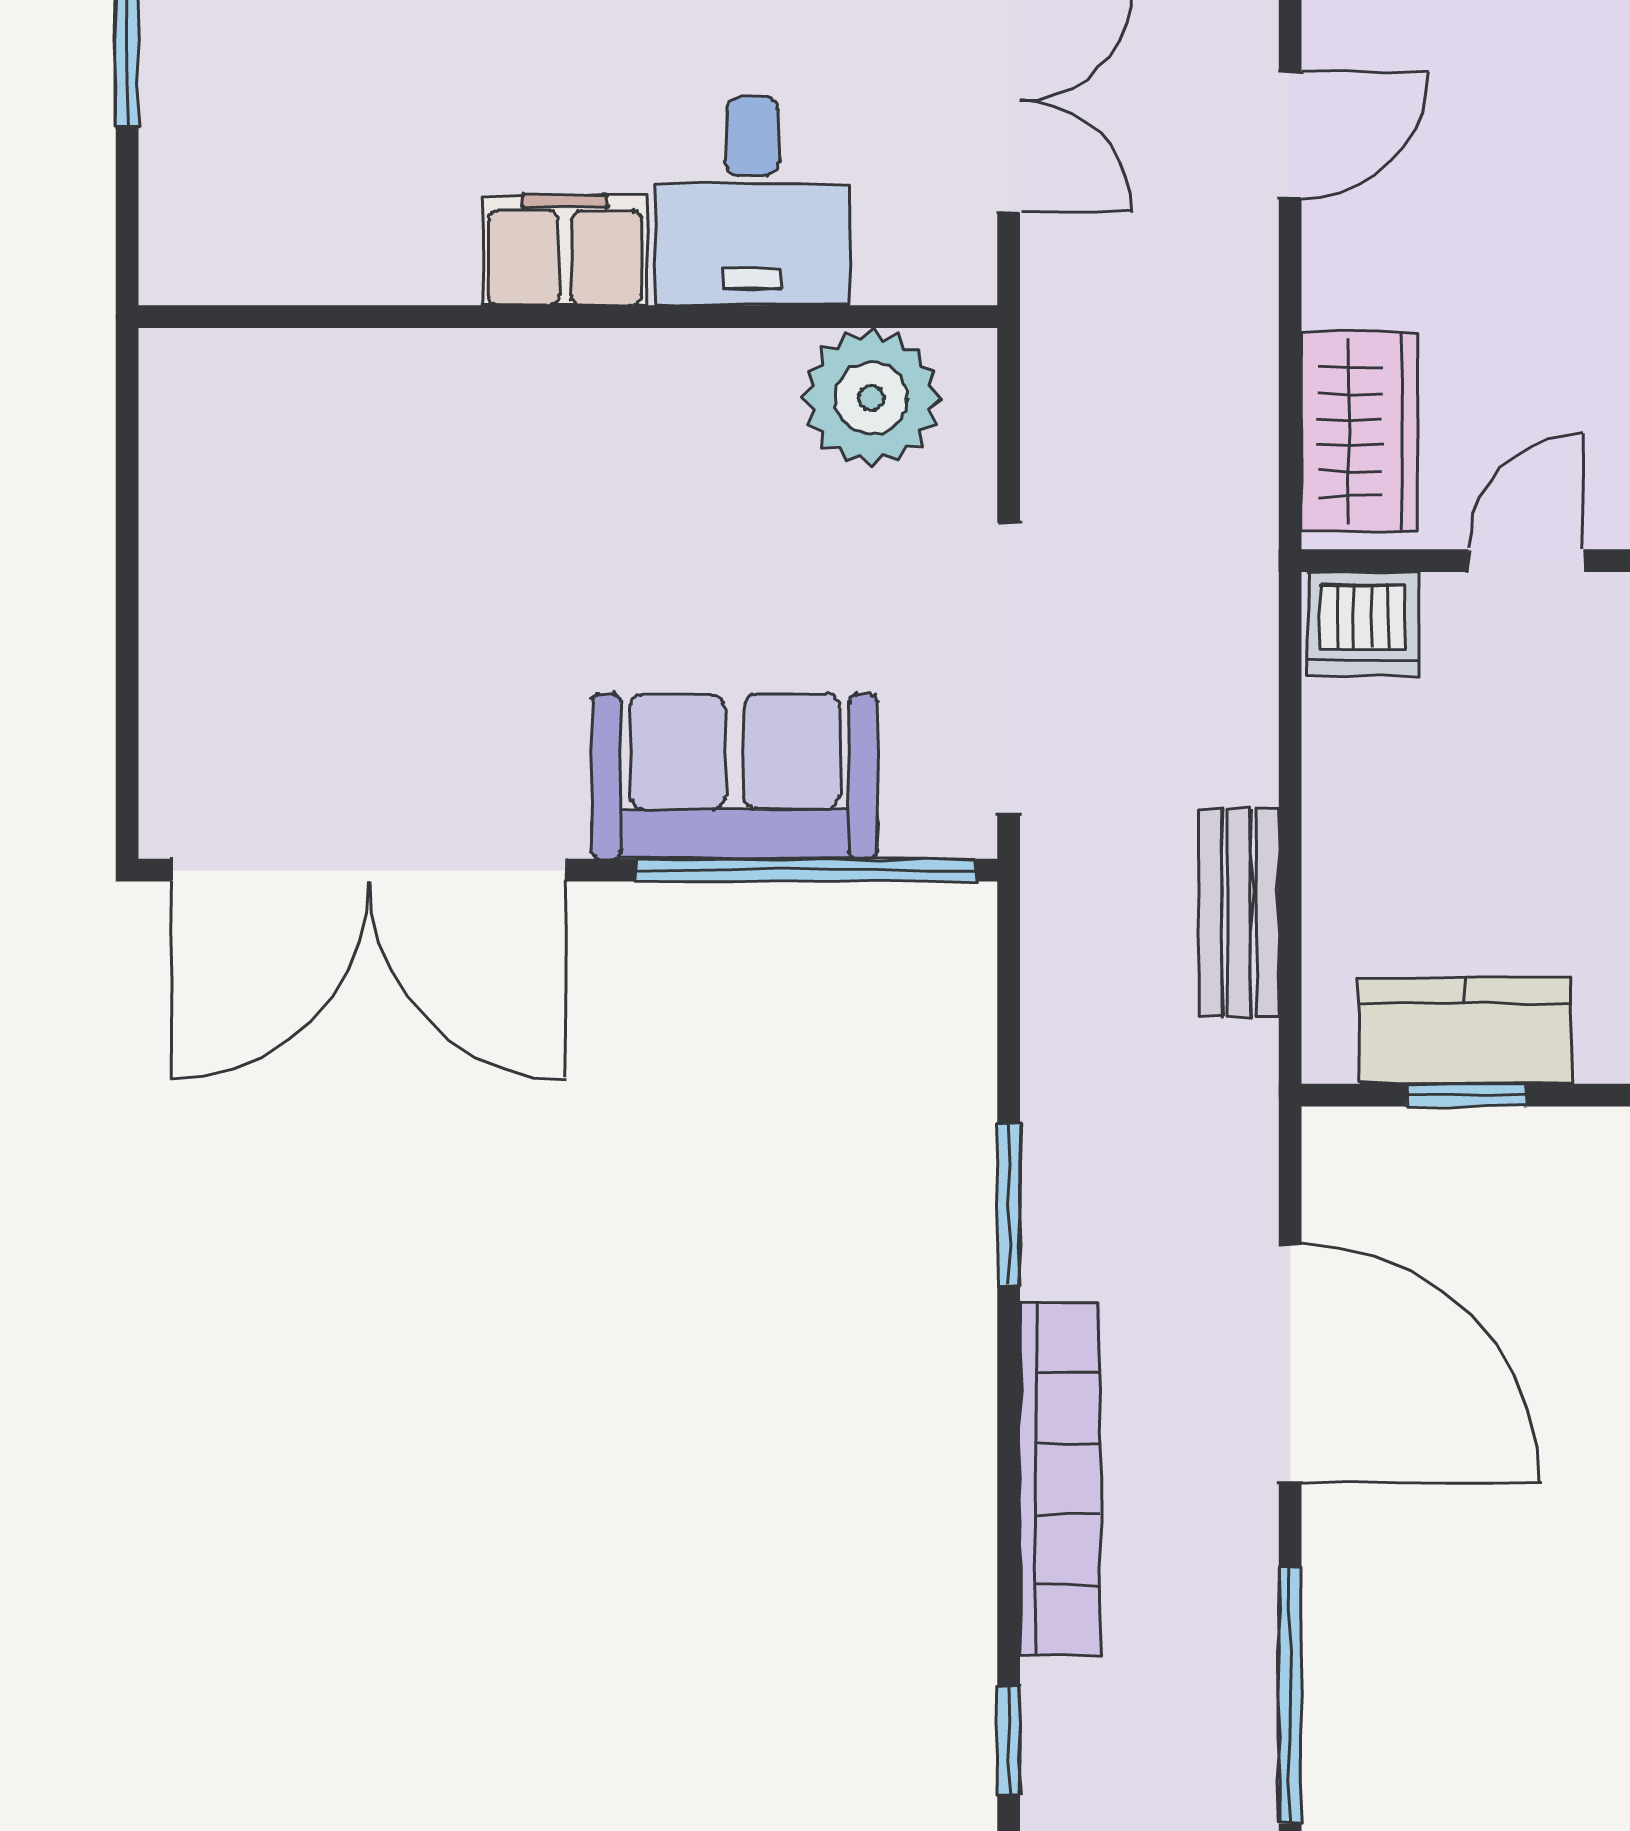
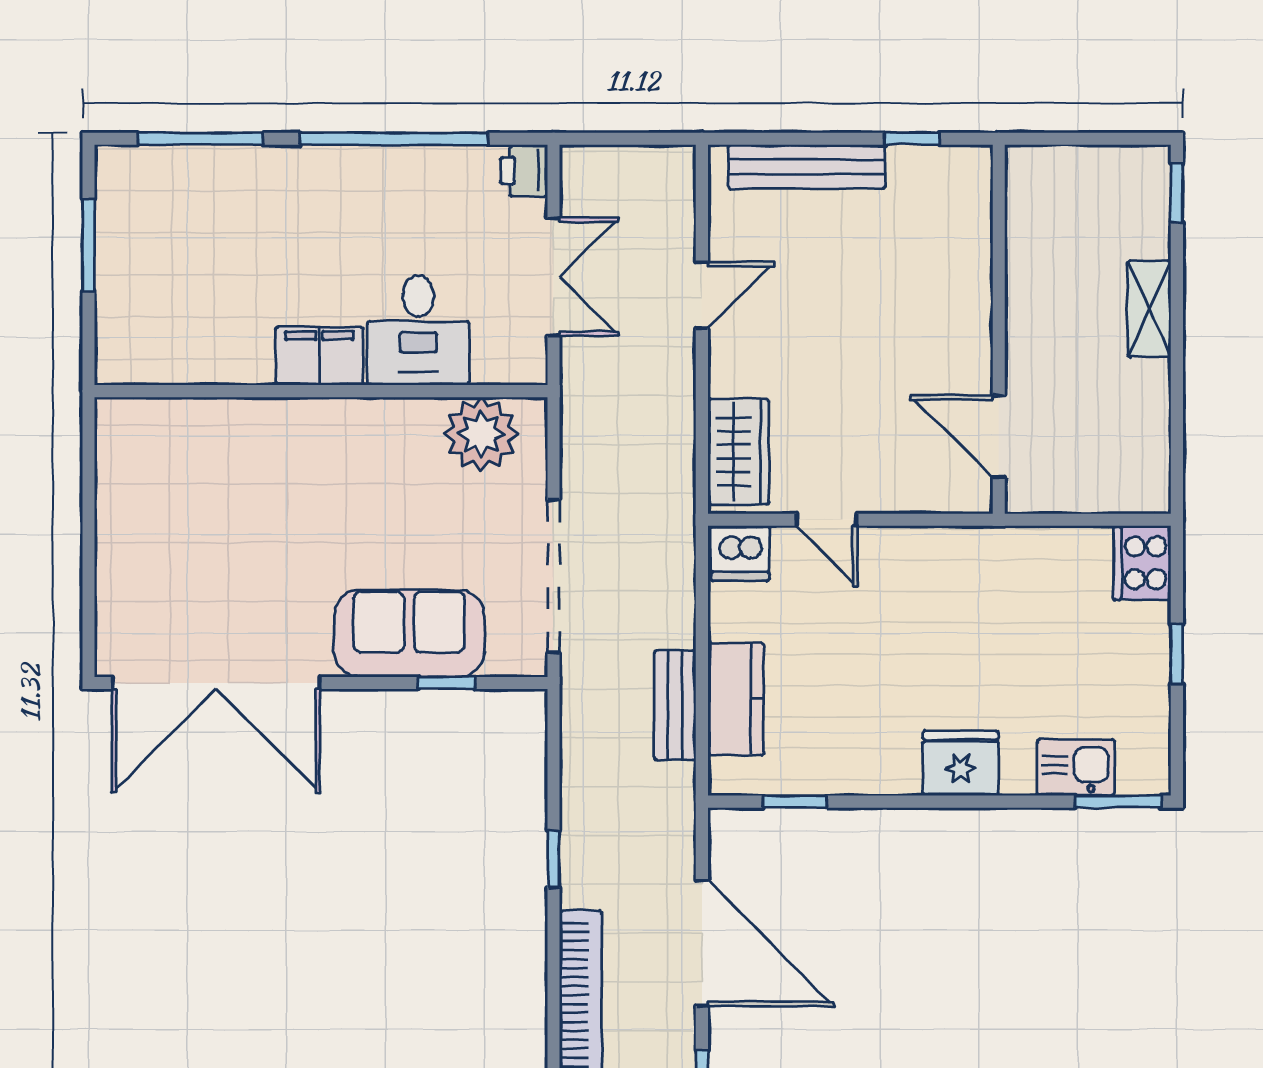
door: (1526, 561) -> (827, 520), swing flipped
window: (806, 870) -> (446, 683), width x0.32
kitchen counter: (1465, 1031) -> (736, 699), moved, turned 90
window: (1009, 1204) -> (554, 859), width x0.67

